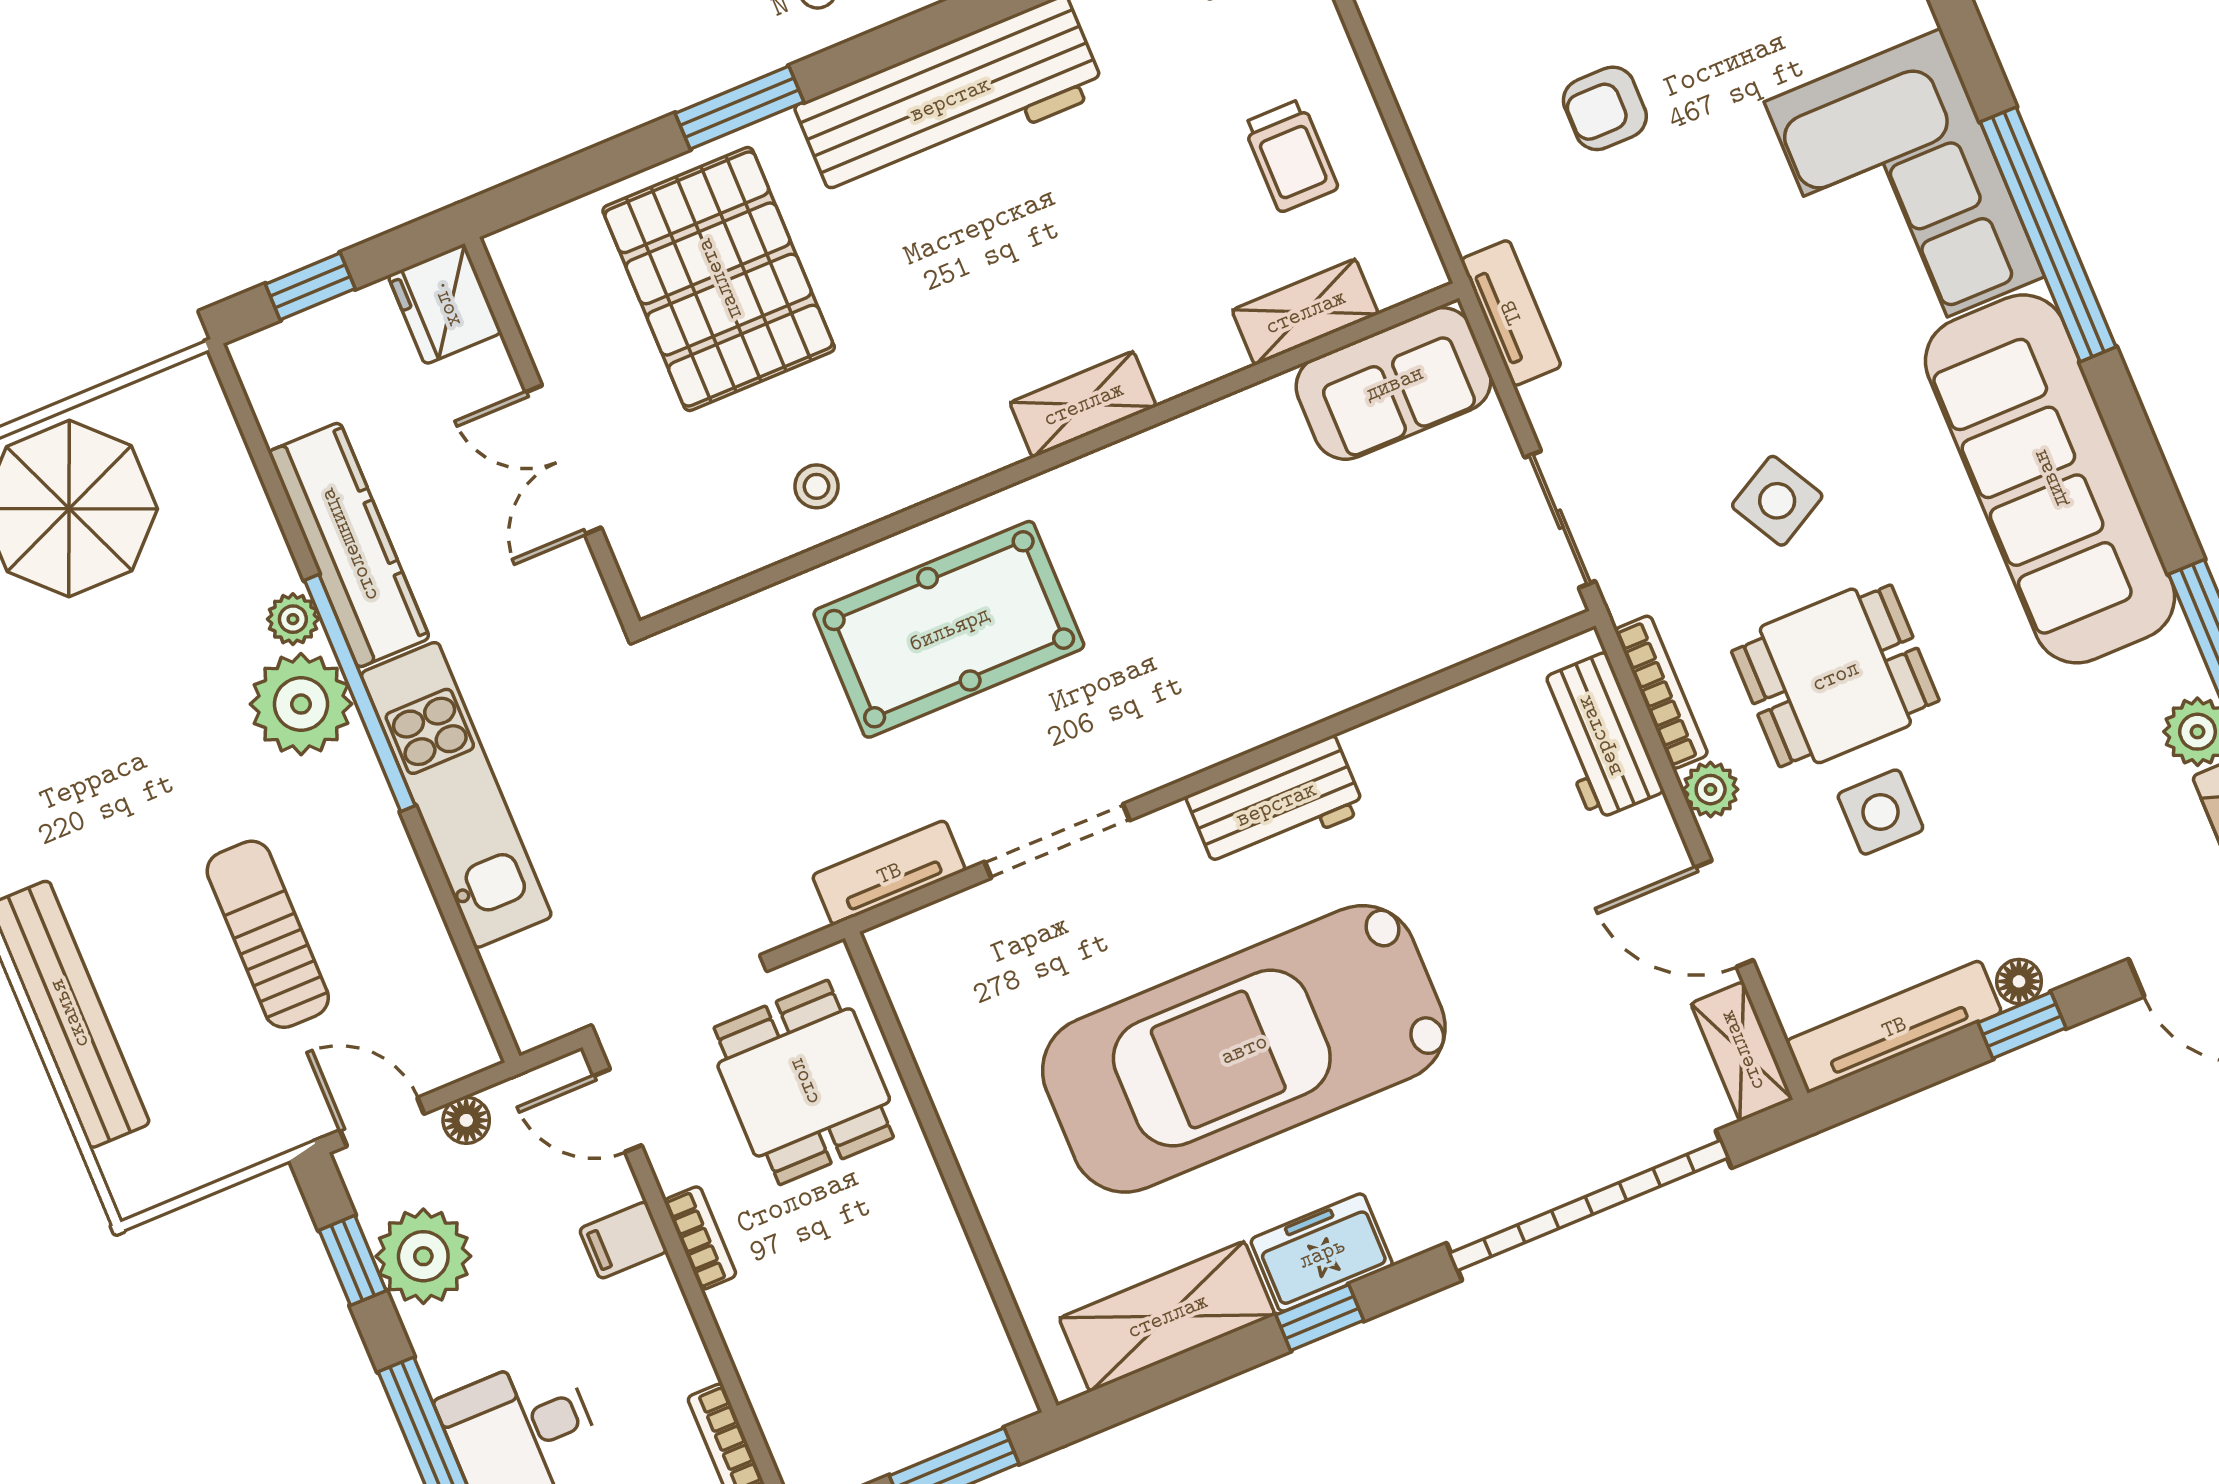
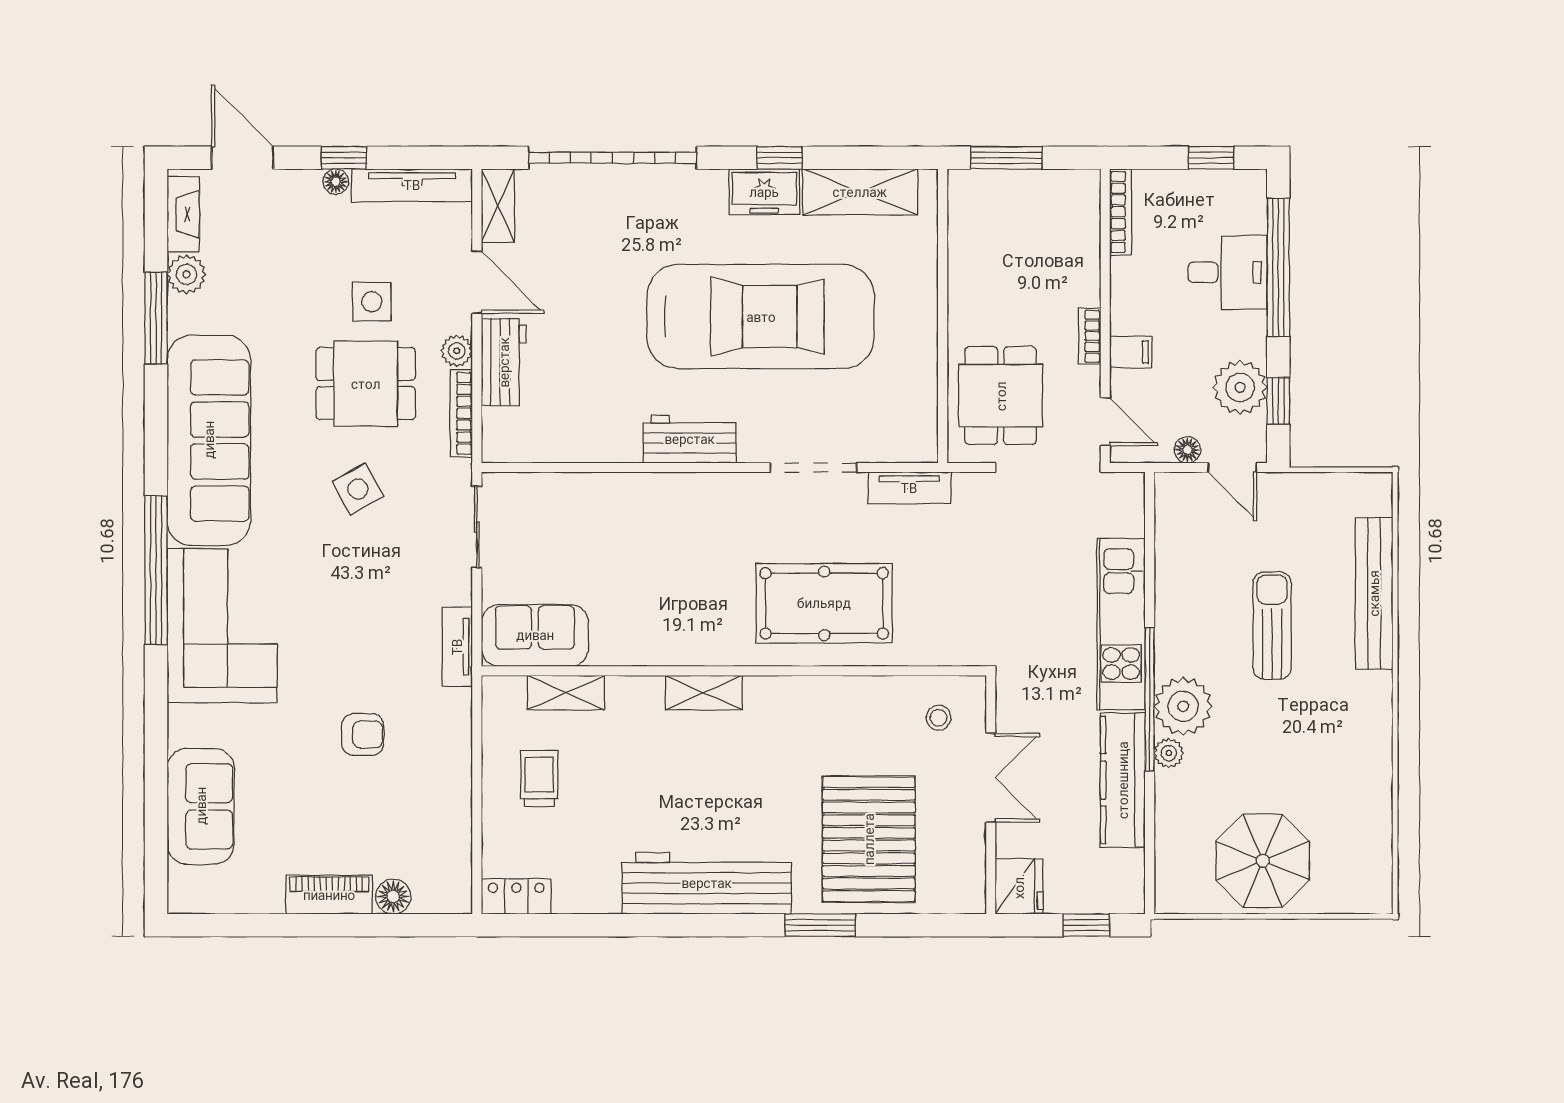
stool: (816, 486) -> (939, 718), moved
workbench: (1599, 736) -> (504, 362), moved
sun lounger: (268, 934) -> (1272, 626), moved, turned 180

